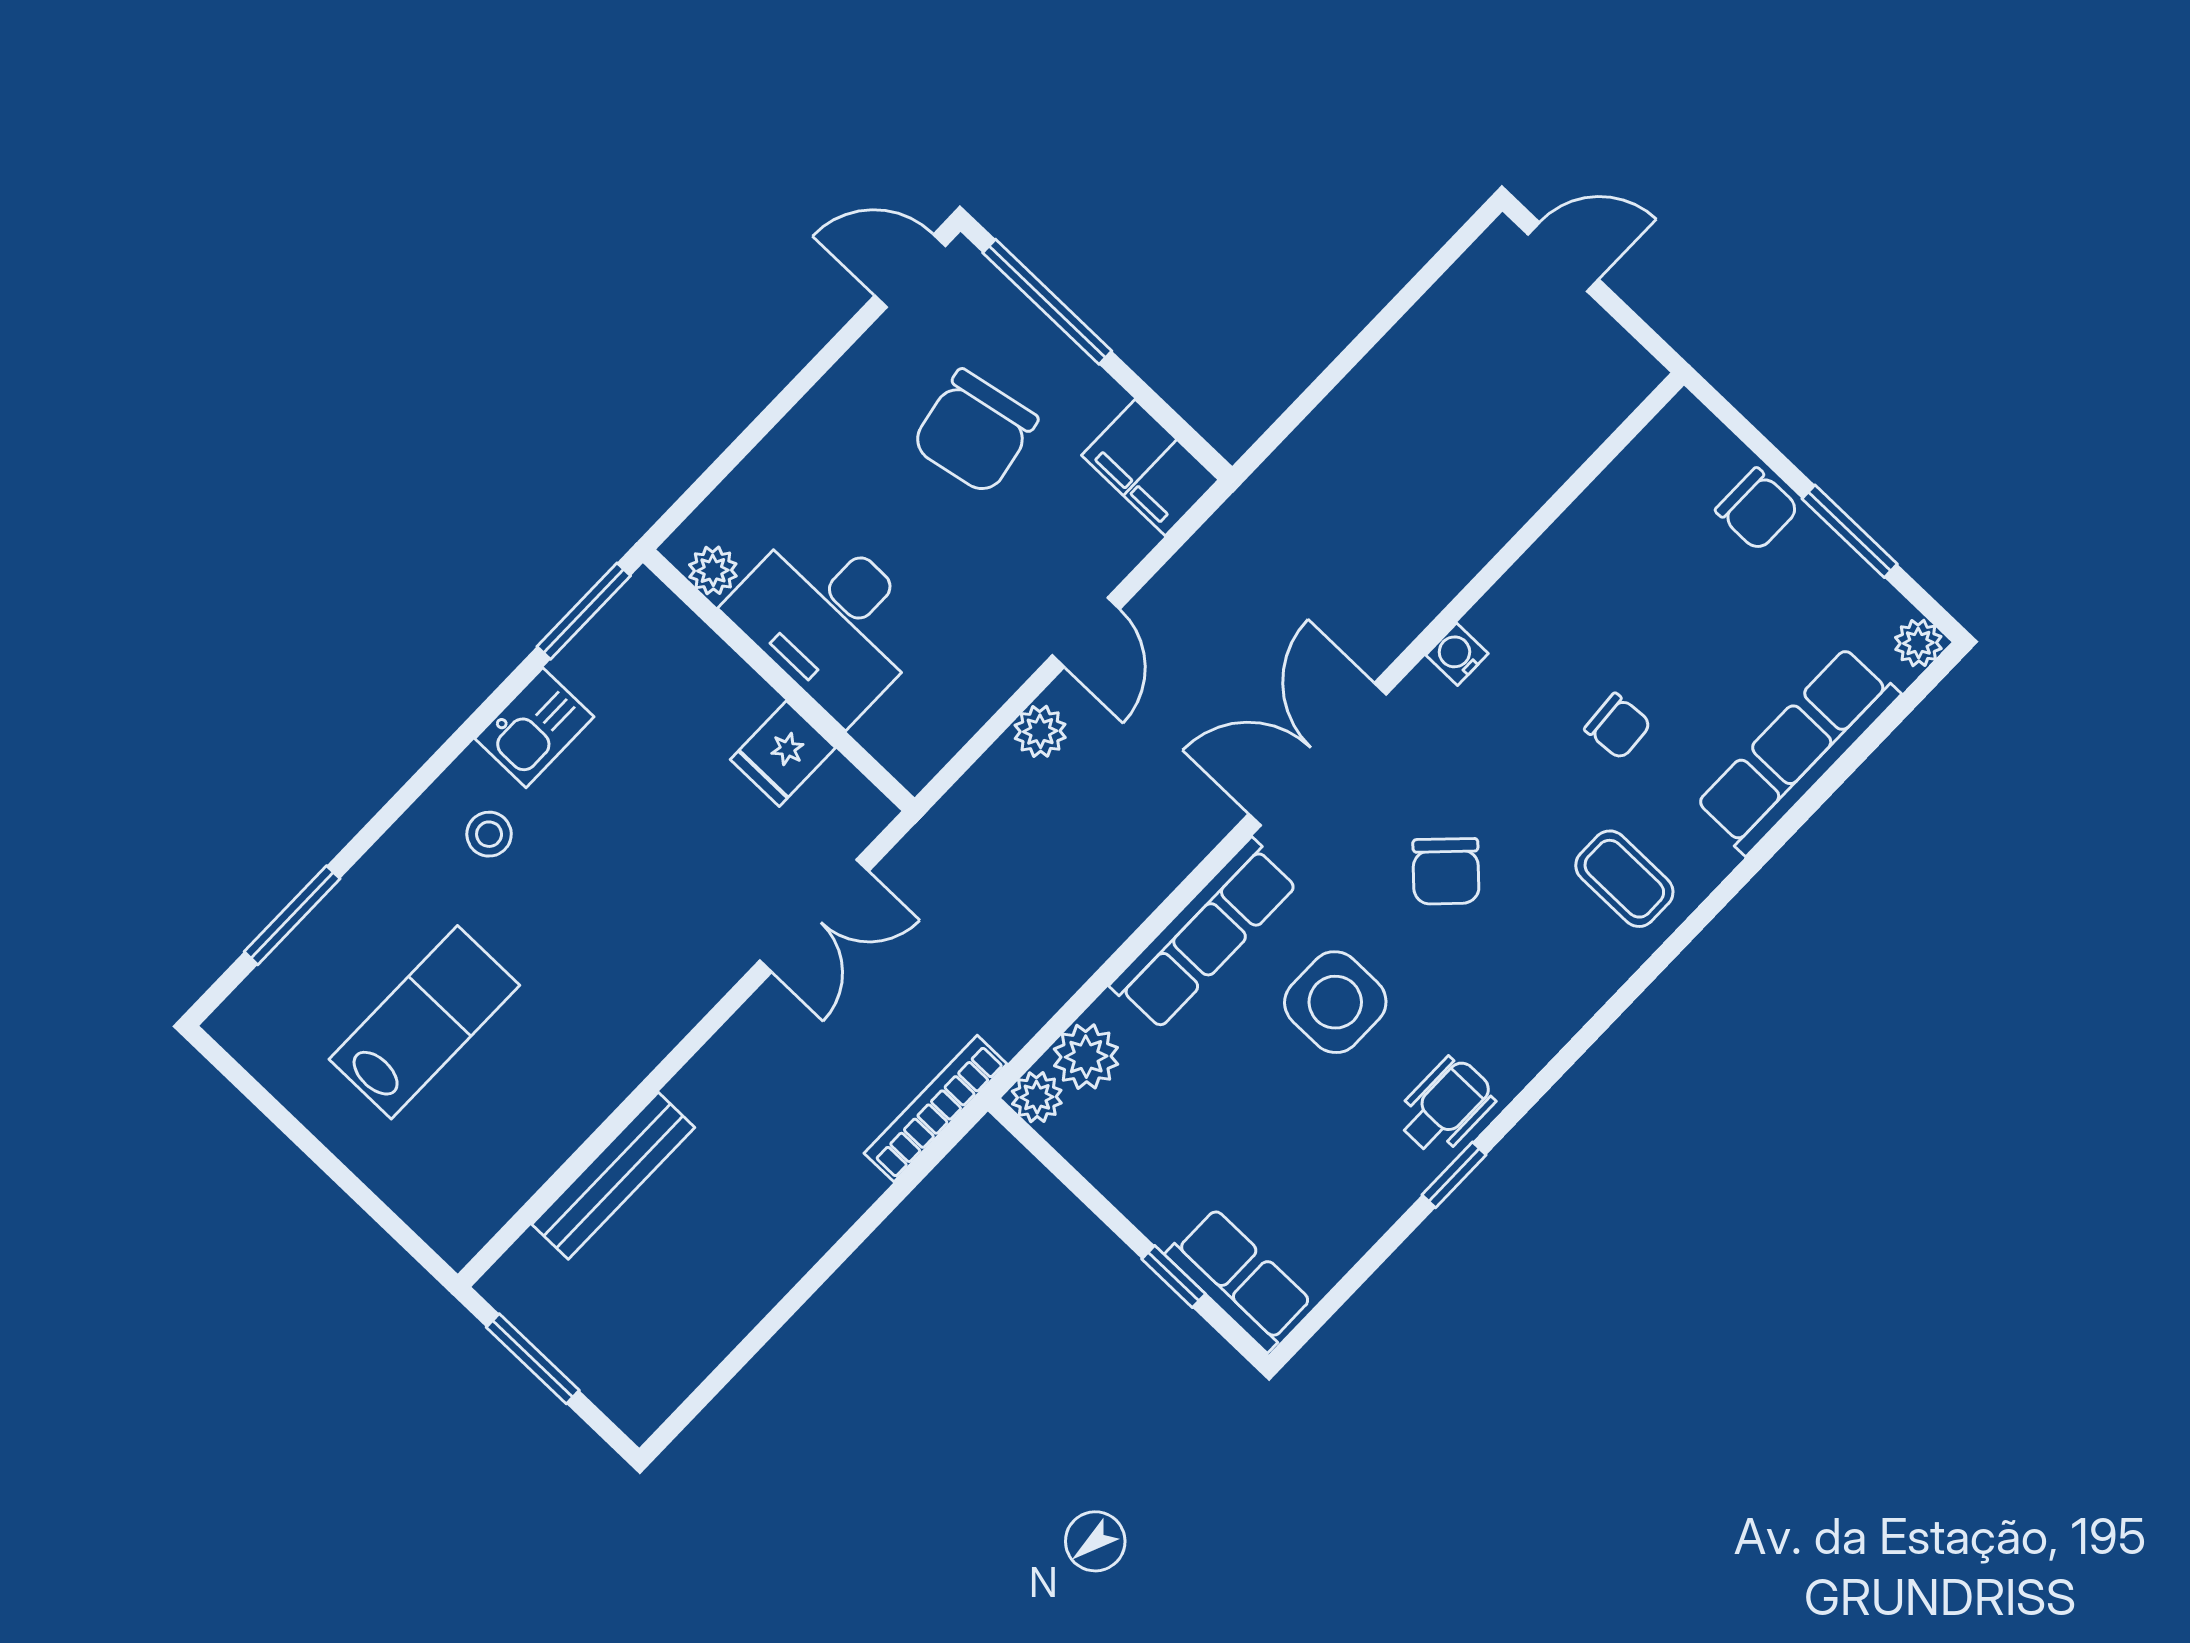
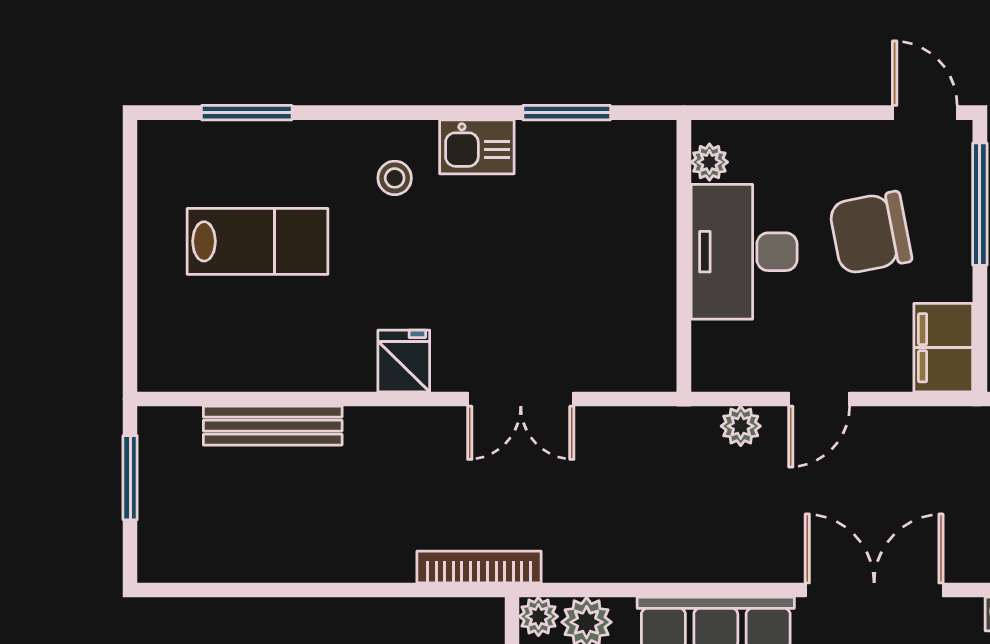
plant: (713, 570) -> (709, 162), moved
desk: (830, 619) -> (744, 252), moved
wall: (779, 680) -> (684, 256), moved
fridge: (783, 754) -> (404, 361), moved, turned 90

